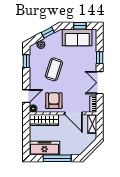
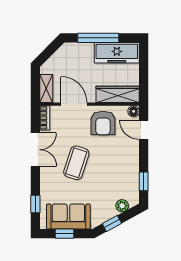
window: (100, 58) -> (35, 204), moved
coffee table: (54, 69) -> (76, 163), moved
door: (26, 96) -> (144, 130), hinge flipped

